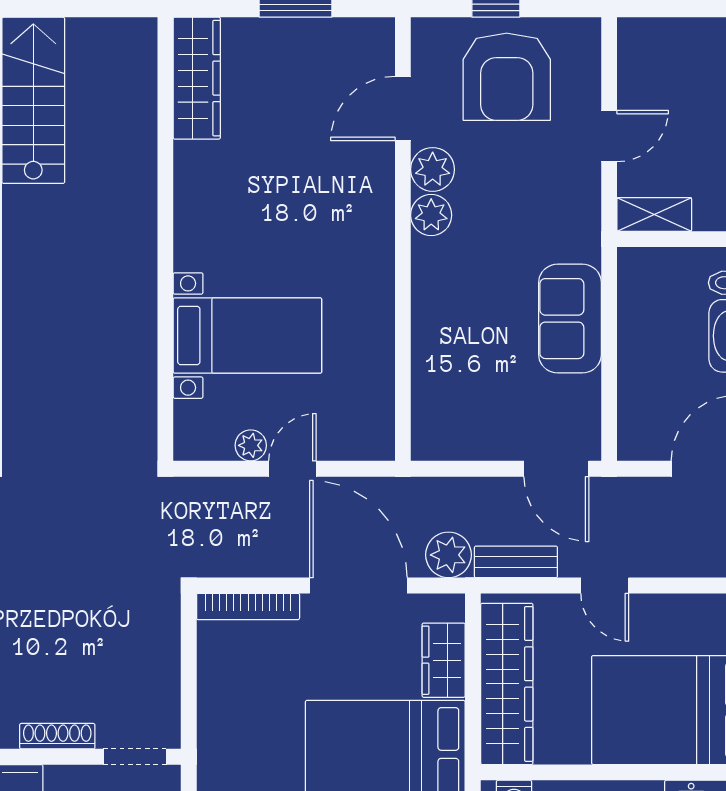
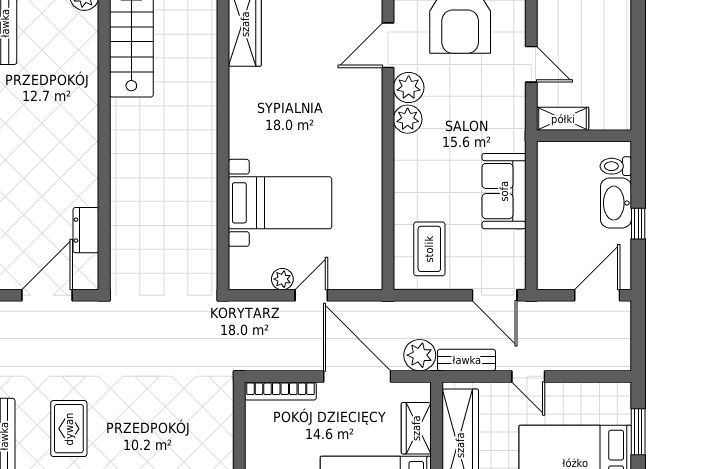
door: (609, 136) -> (531, 64), hinge flipped
coffee table: (462, 402) -> (429, 249), added

